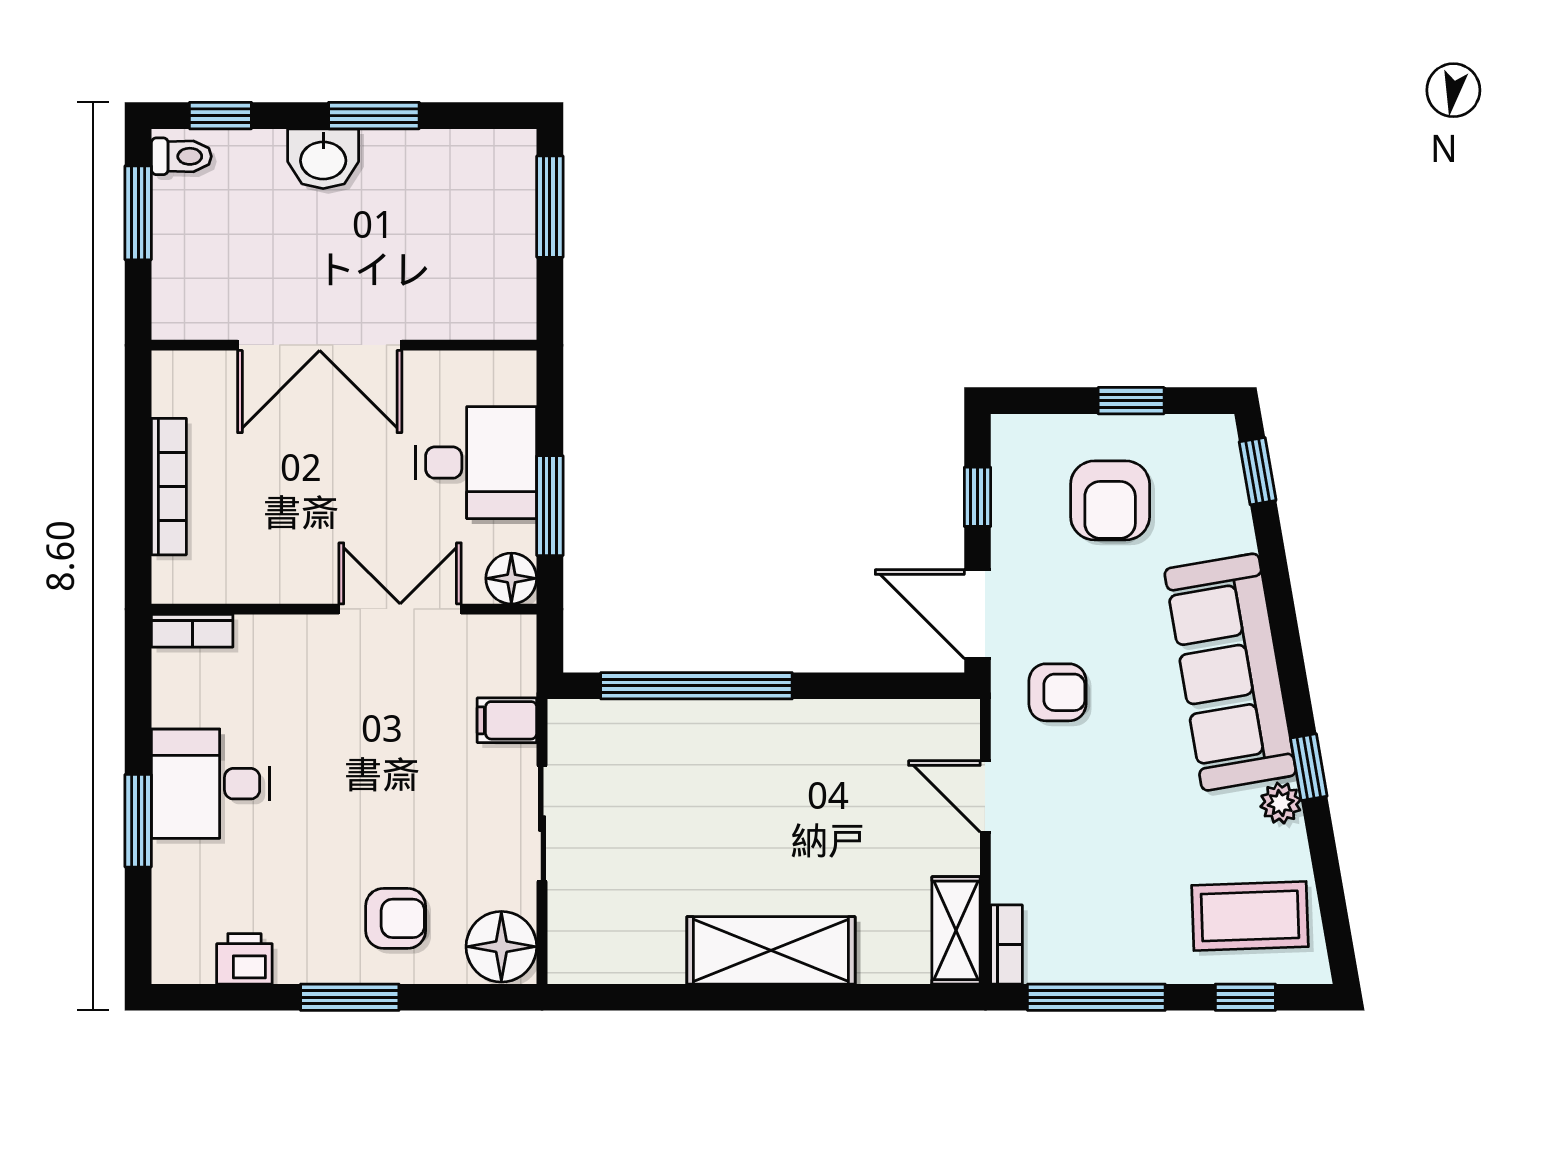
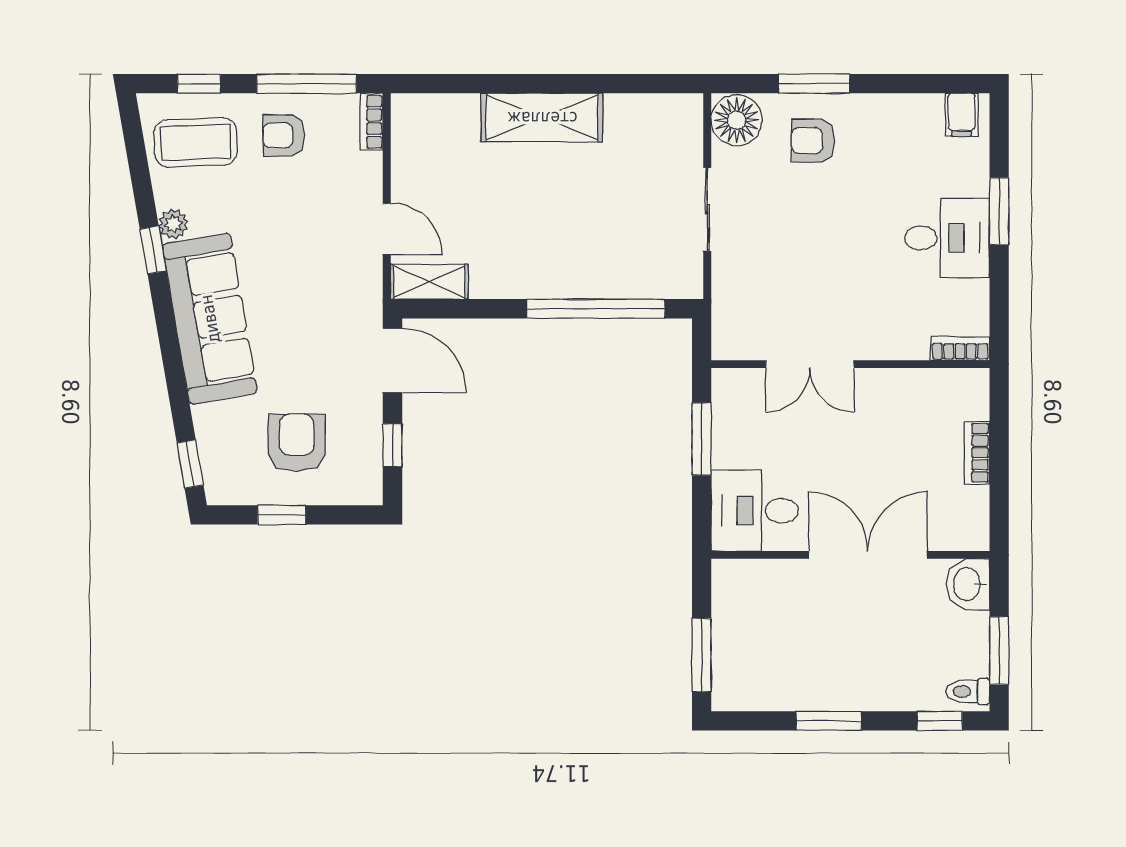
washbasin: (323, 159) -> (968, 584), moved, turned -90
desk: (476, 463) -> (755, 511), moved
bookcase: (169, 487) -> (977, 453), width x0.64
floor lamp: (511, 578) -> (729, 386), removed
armchair: (1057, 692) -> (284, 135), moved
filing cabinet: (507, 720) -> (962, 115), moved, turned 90
shelving: (956, 930) -> (429, 282), moved, turned 90
printer: (244, 959) -> (922, 111), removed
window: (350, 997) -> (814, 84), moved

